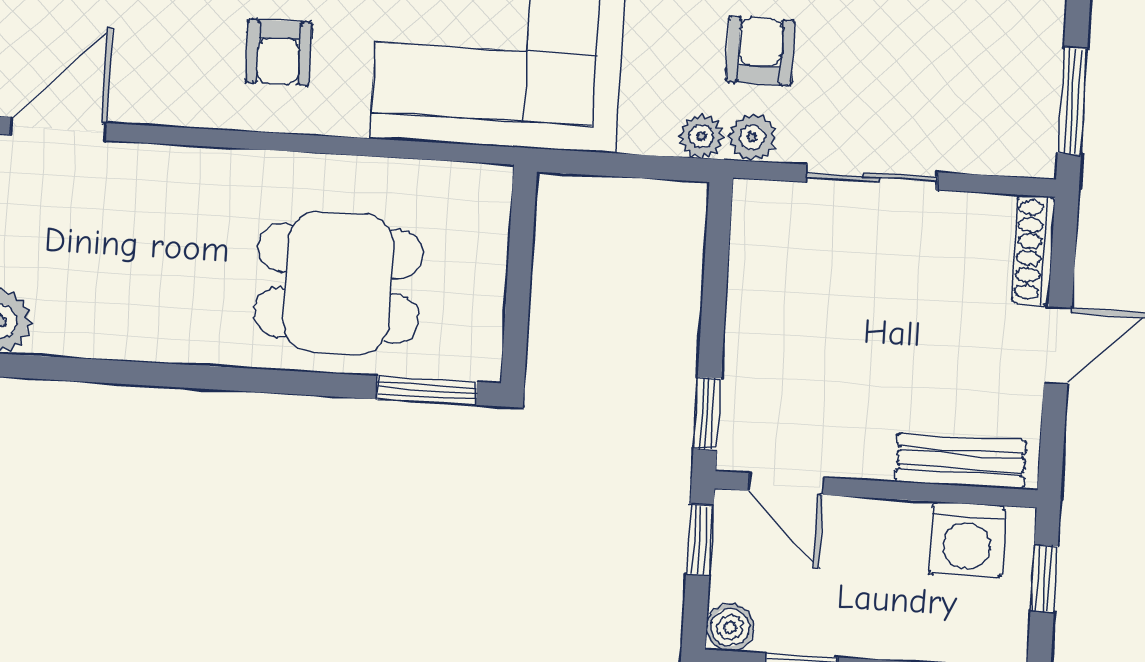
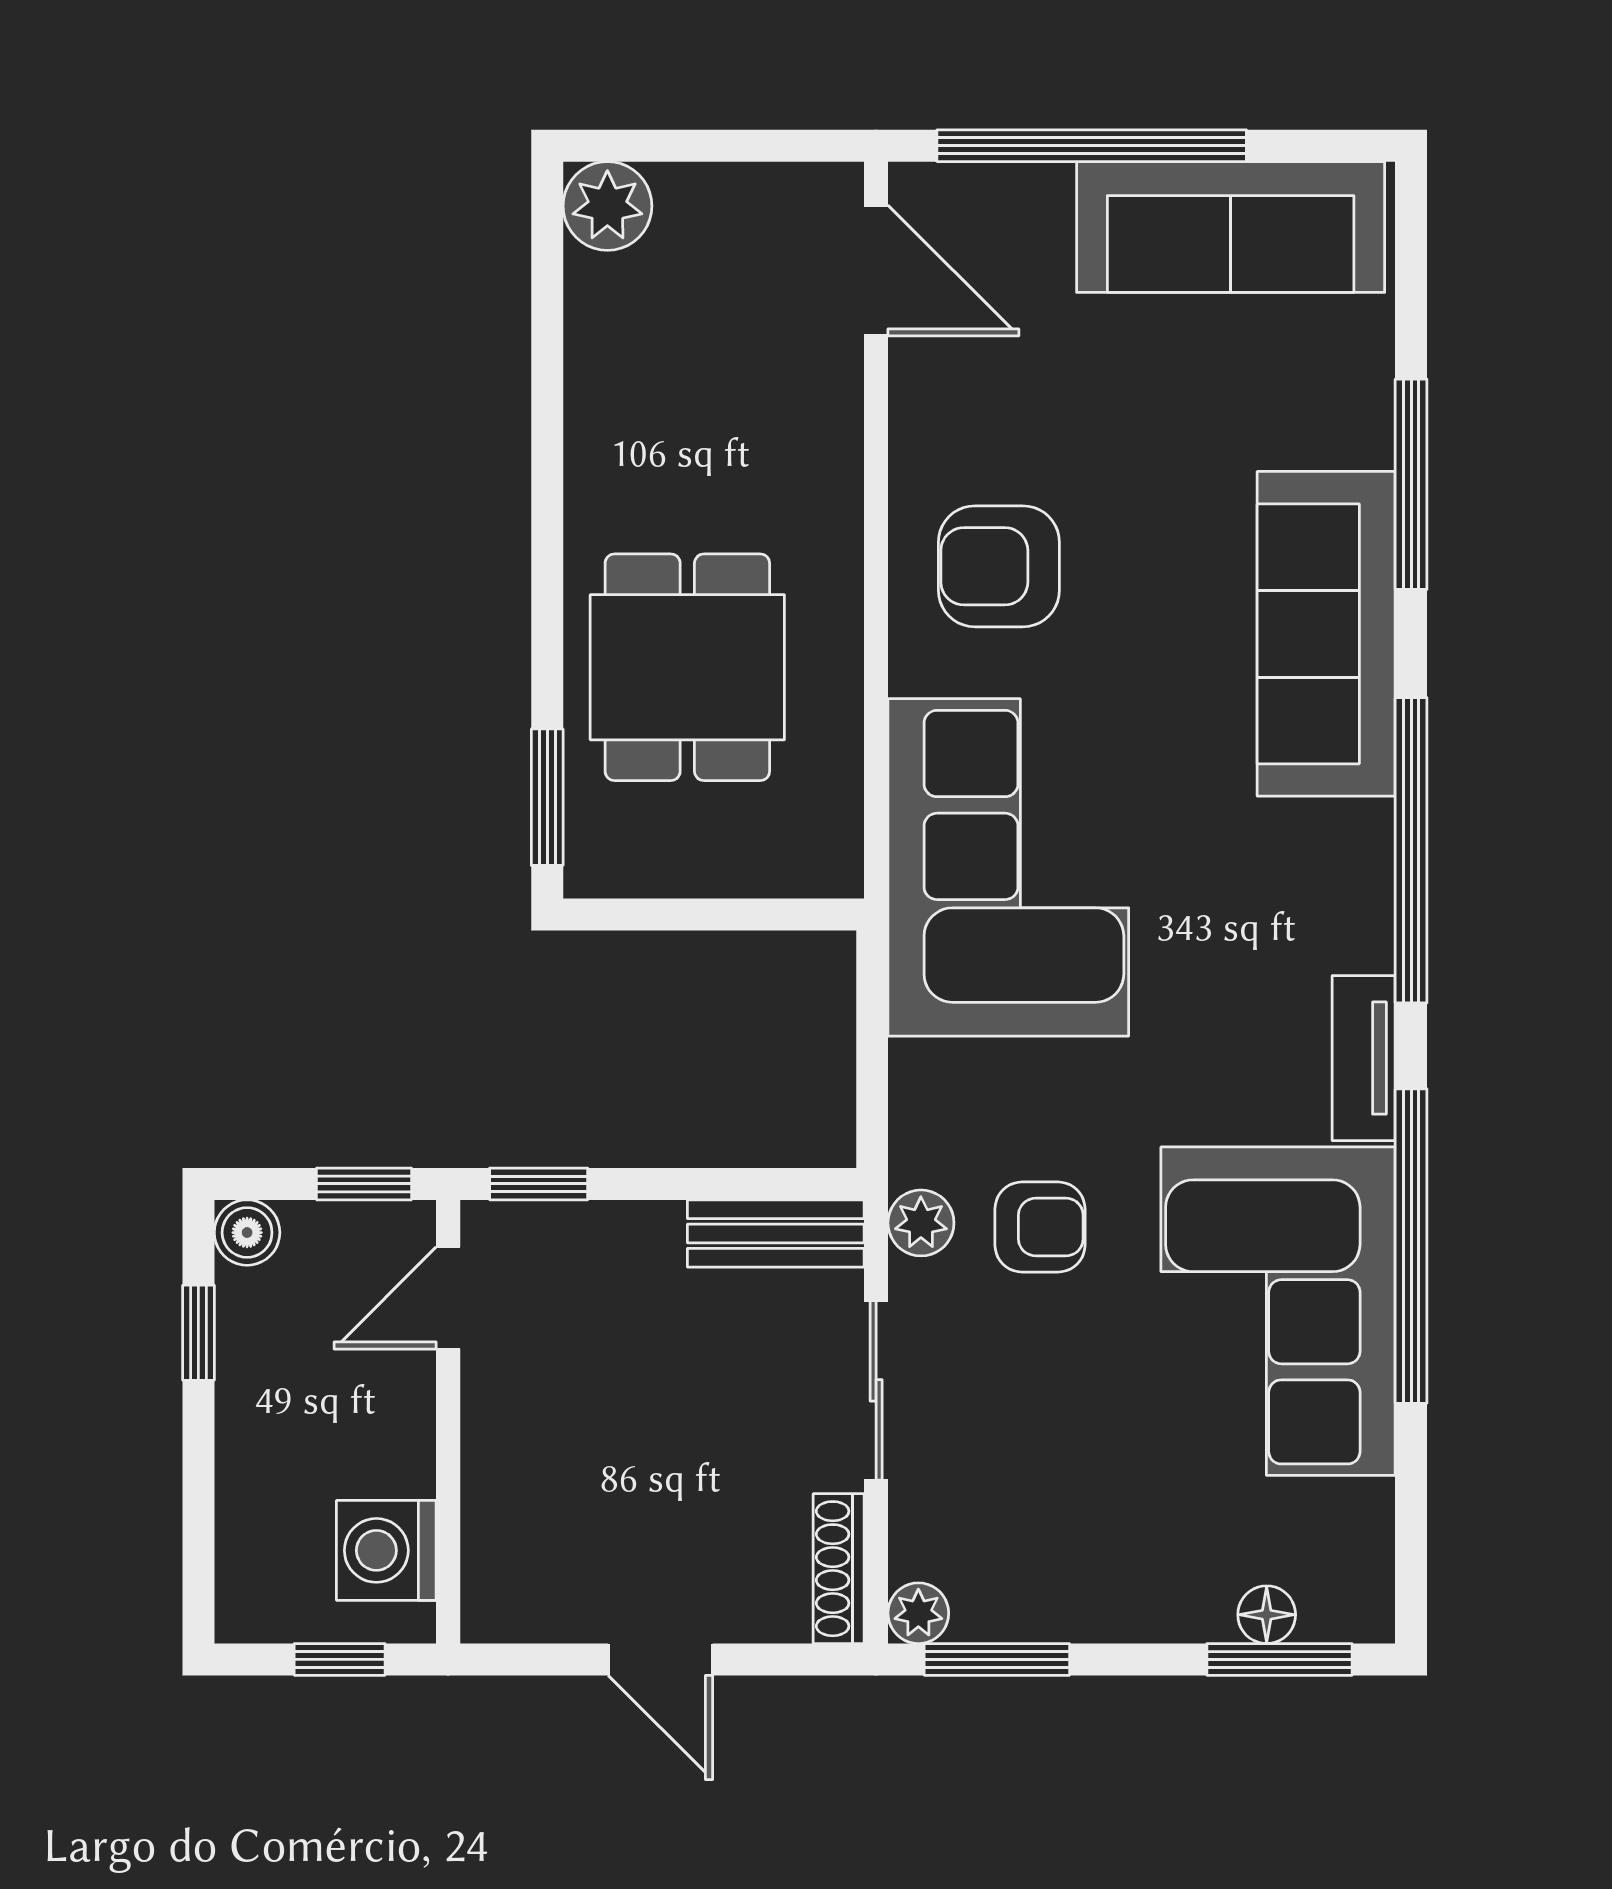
armchair: (279, 52) -> (999, 566), width x1.38, depth x1.38
plant: (701, 136) -> (918, 1613), moved
shoe rack: (1033, 250) -> (839, 1569), moved, turned -90
bench: (961, 461) -> (776, 1234), moved, turned 90

